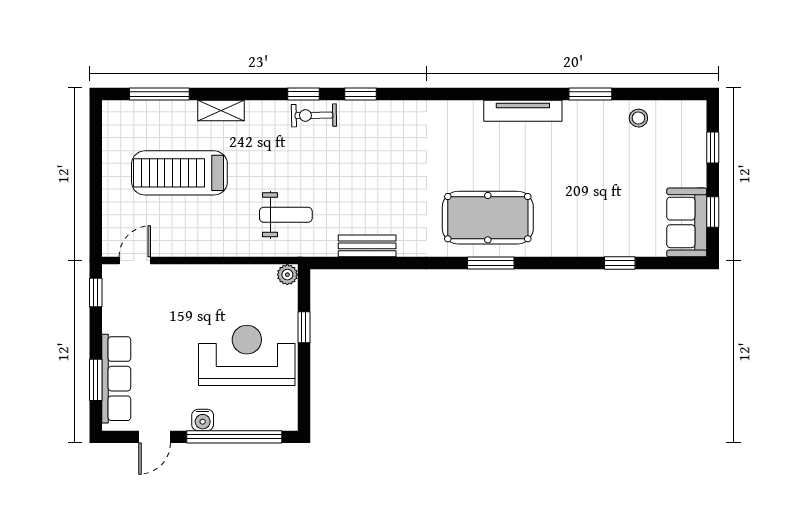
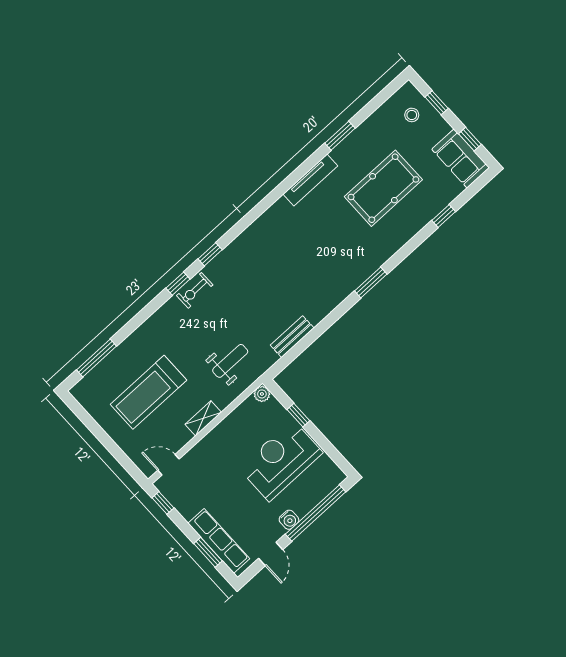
shelving: (221, 111) -> (203, 418), moved
stool: (638, 118) -> (412, 115), moved
pool table: (488, 218) -> (383, 188), moved
door: (135, 261) -> (168, 465), hinge flipped

